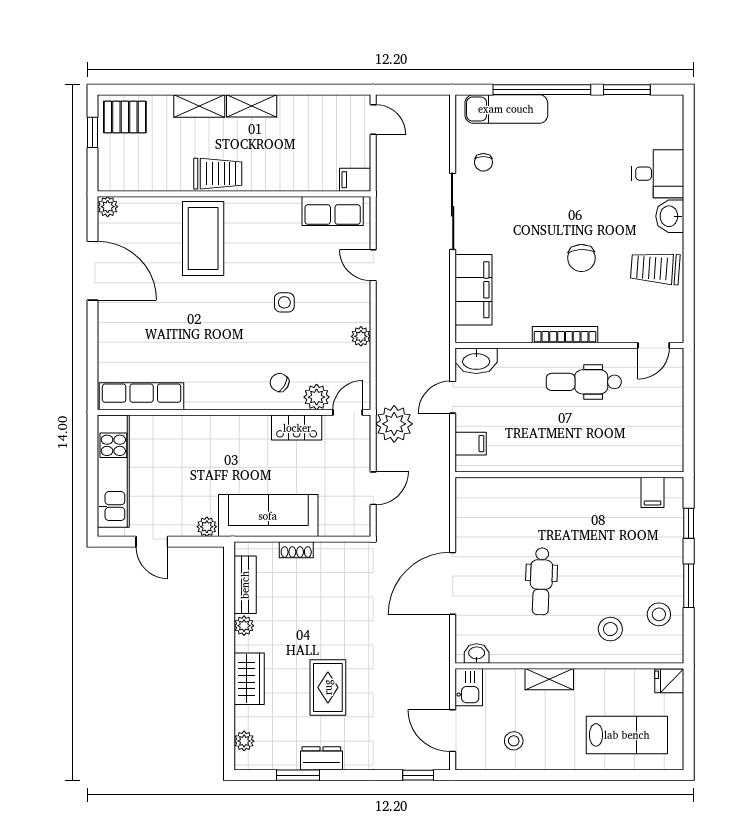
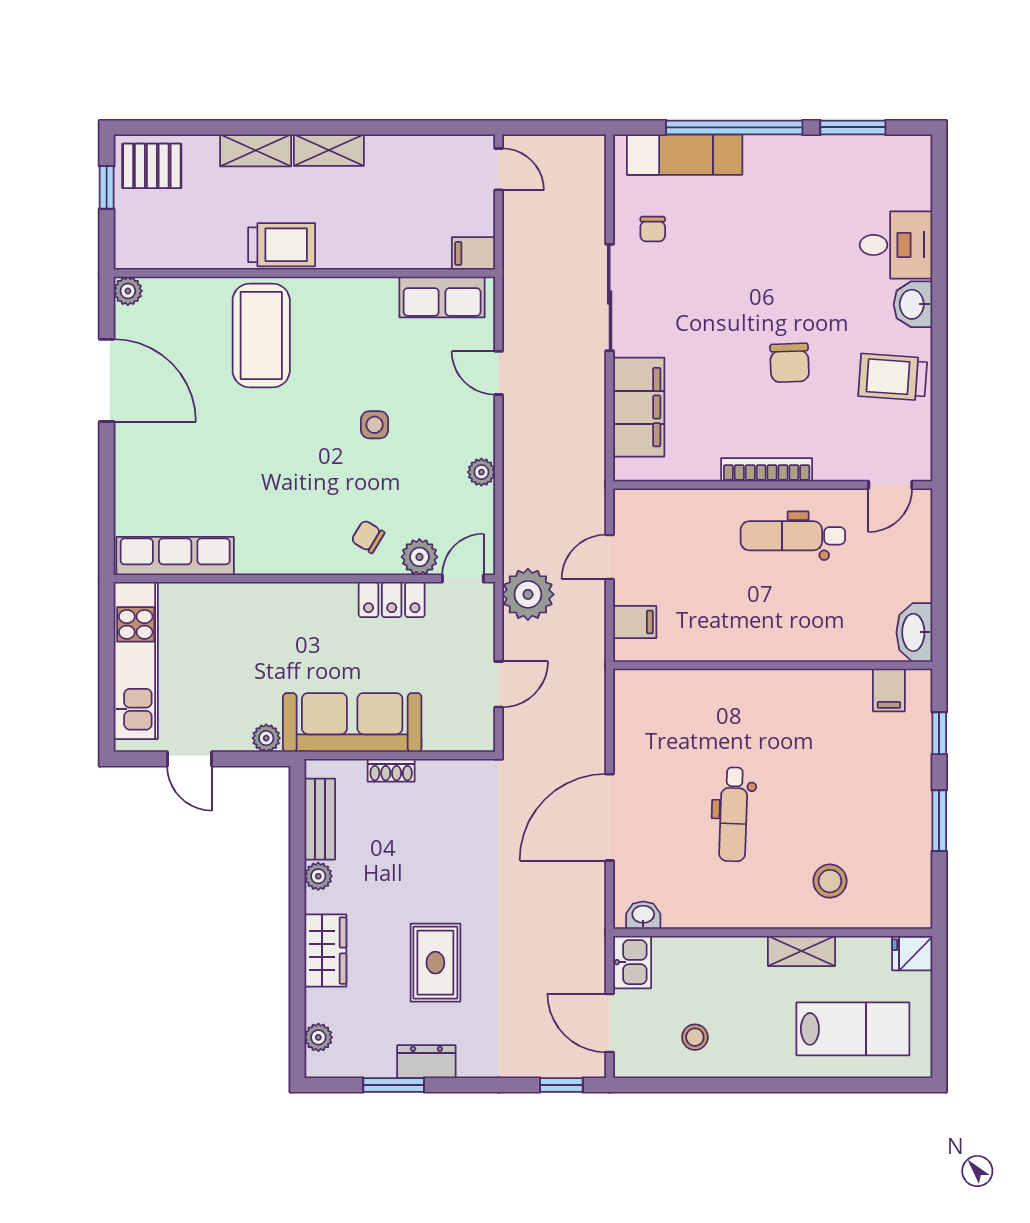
washbasin: (476, 361) -> (914, 632), moved, turned 90
stool: (659, 614) -> (898, 860), removed
shelving: (549, 679) -> (801, 951), moved

